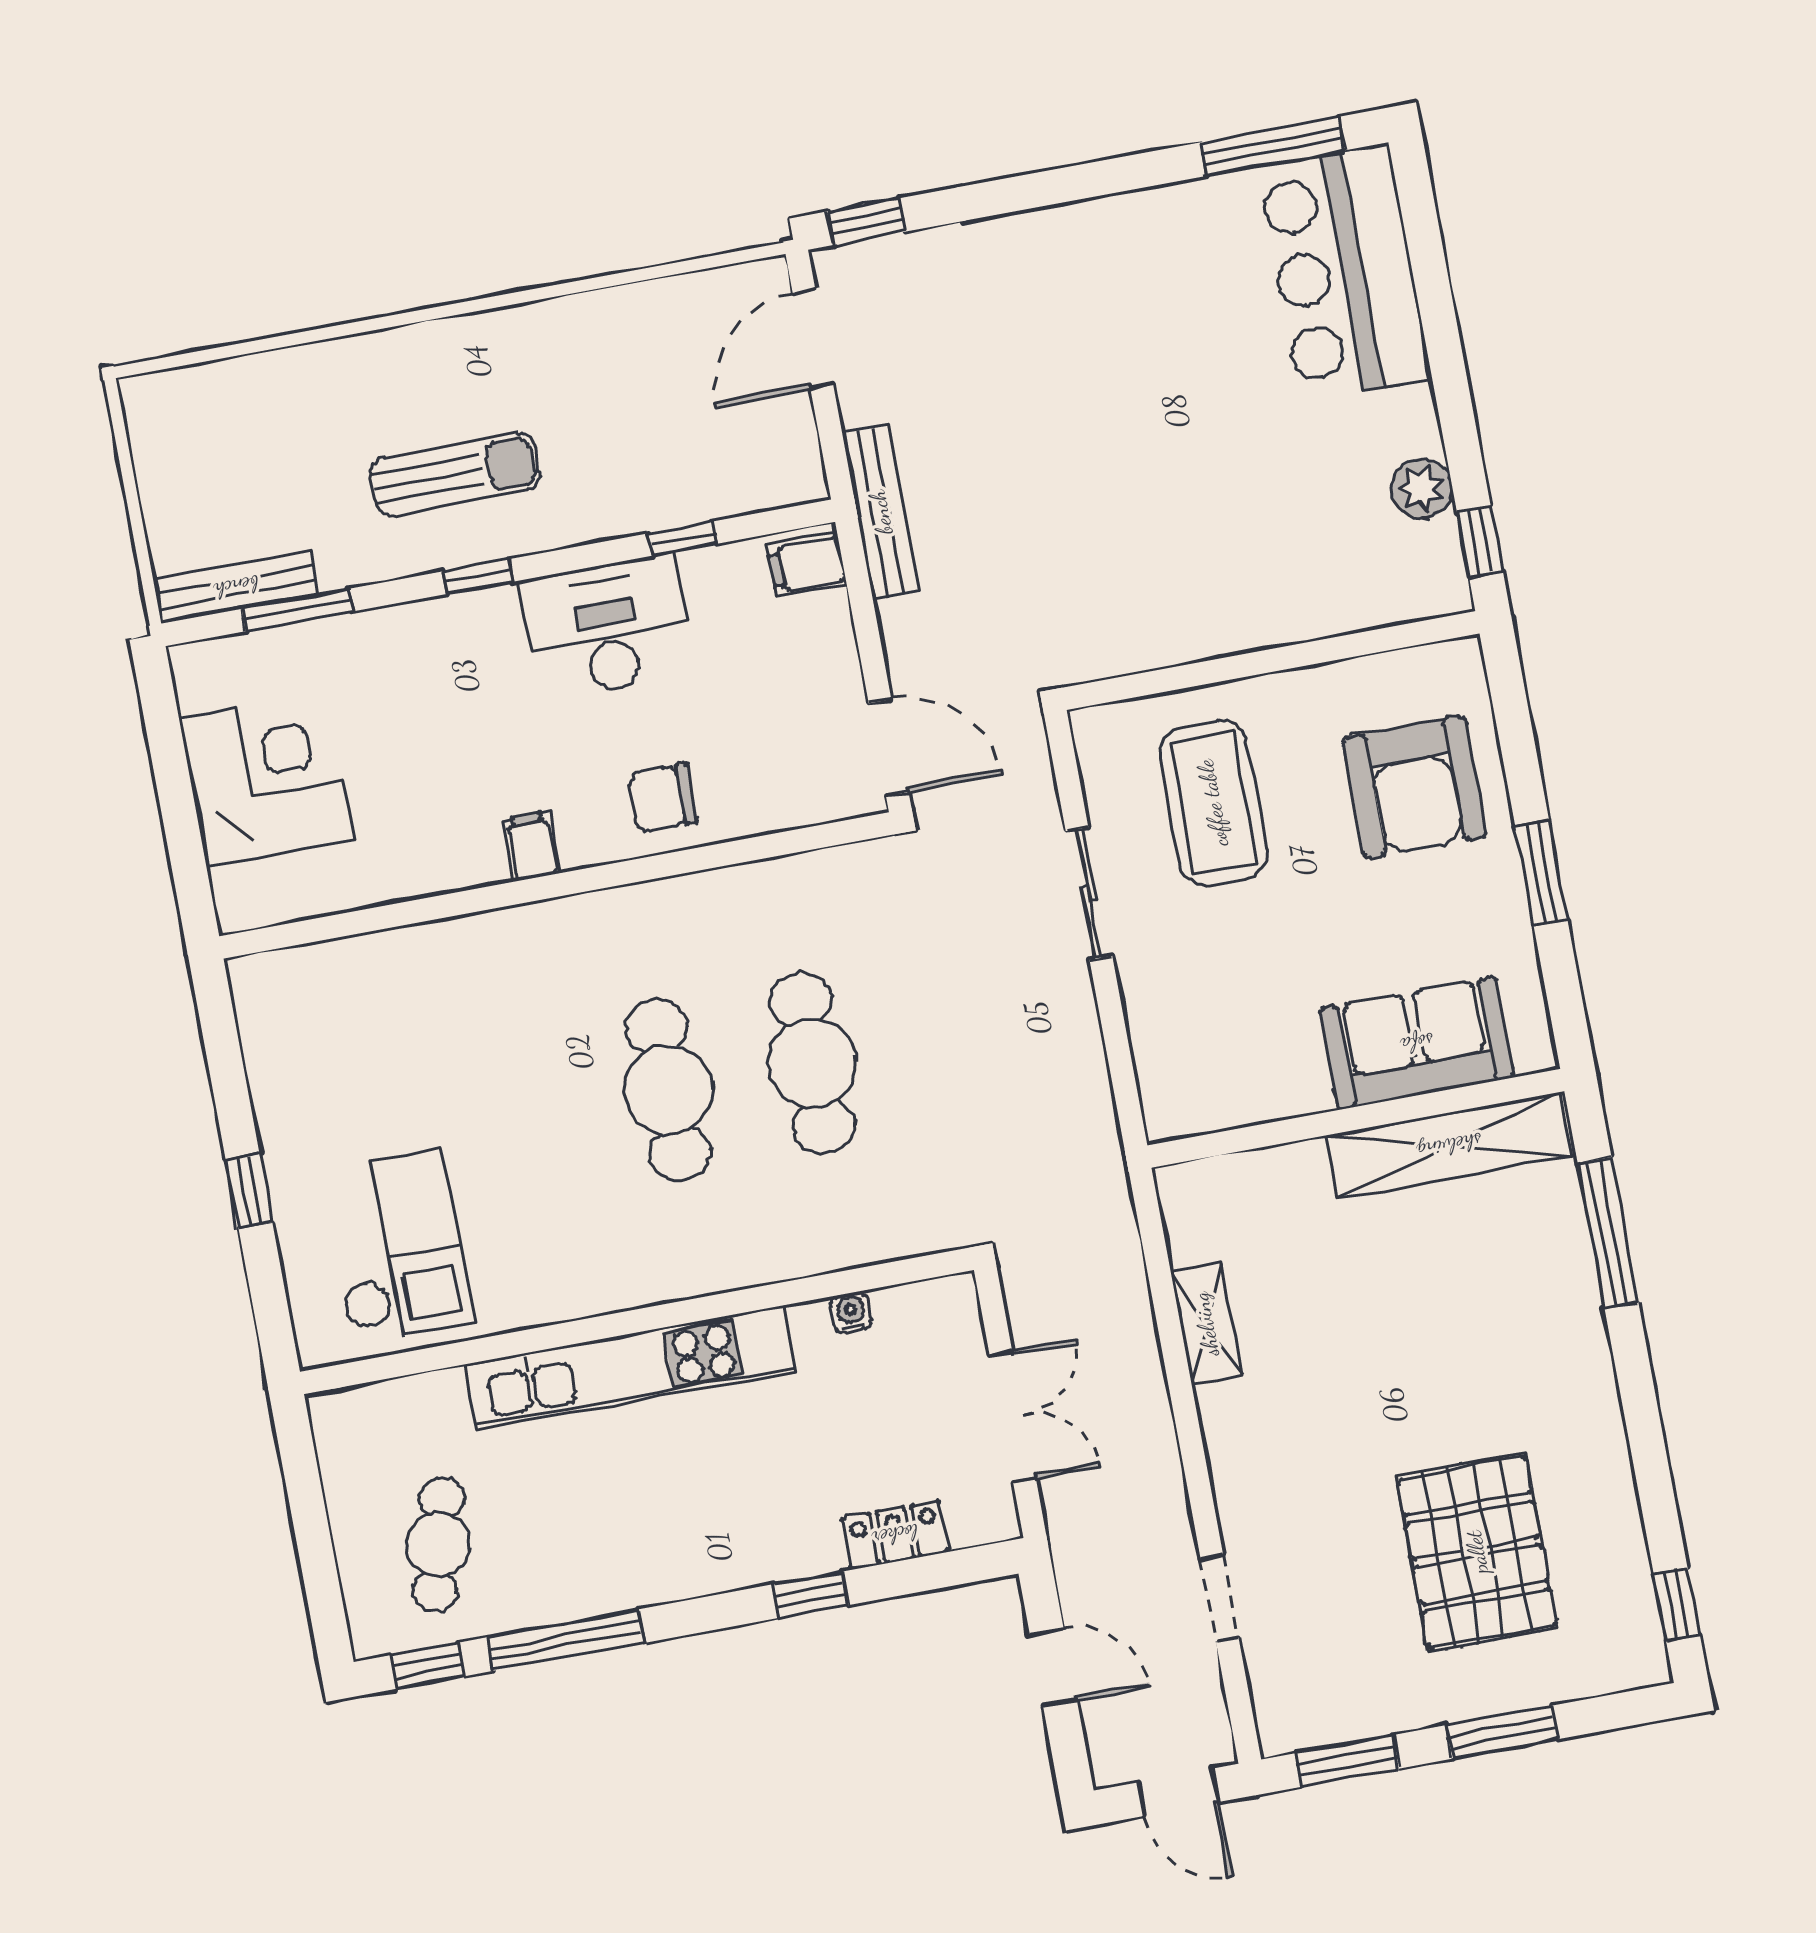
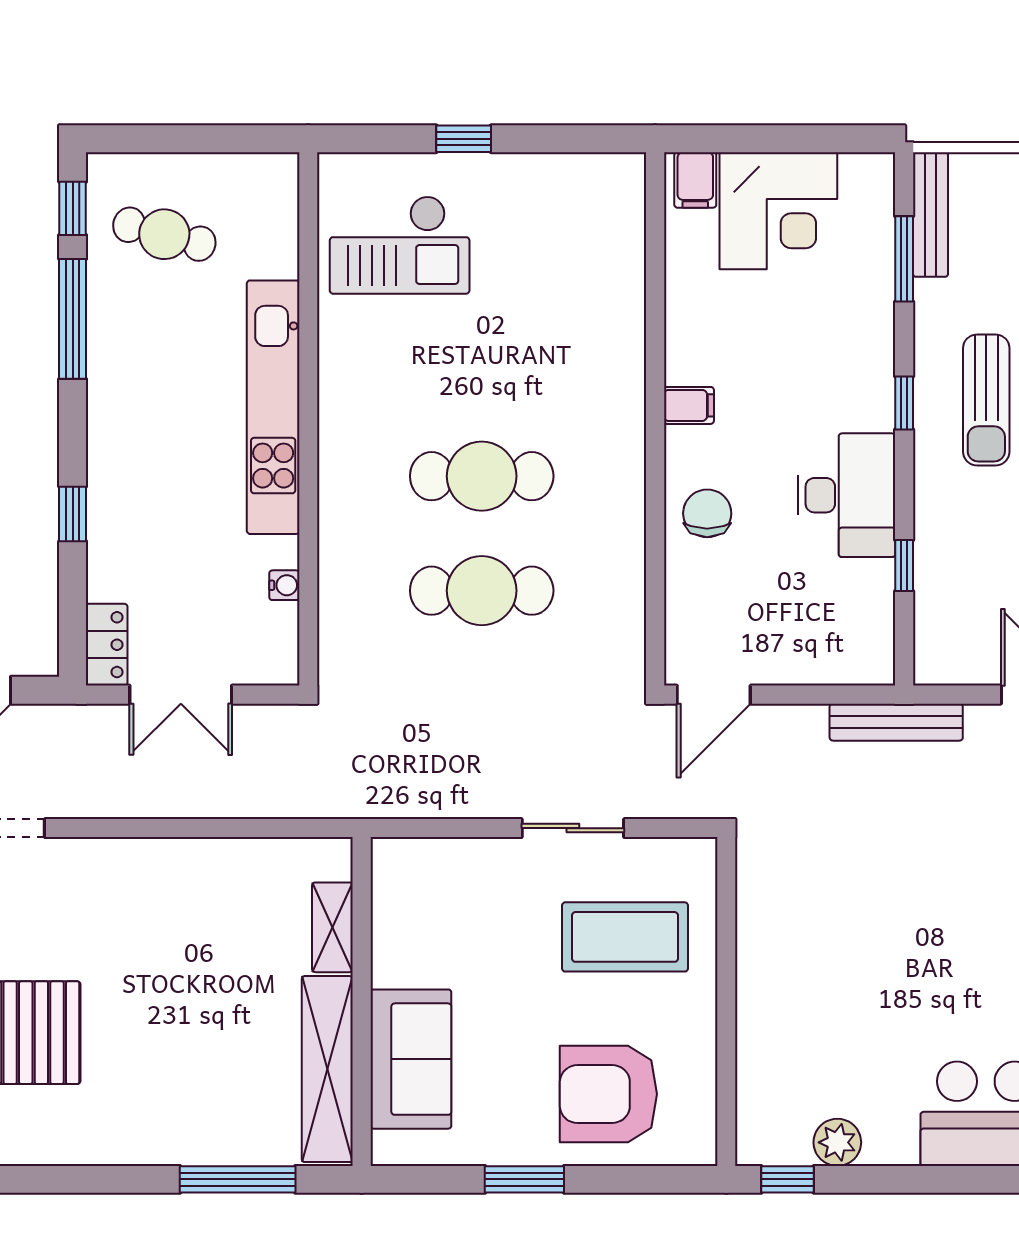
filing cabinet: (807, 564) -> (695, 180), moved, turned 180
shelving: (1206, 1324) -> (332, 927), moved, turned 90
locker: (895, 1535) -> (107, 645), moved

